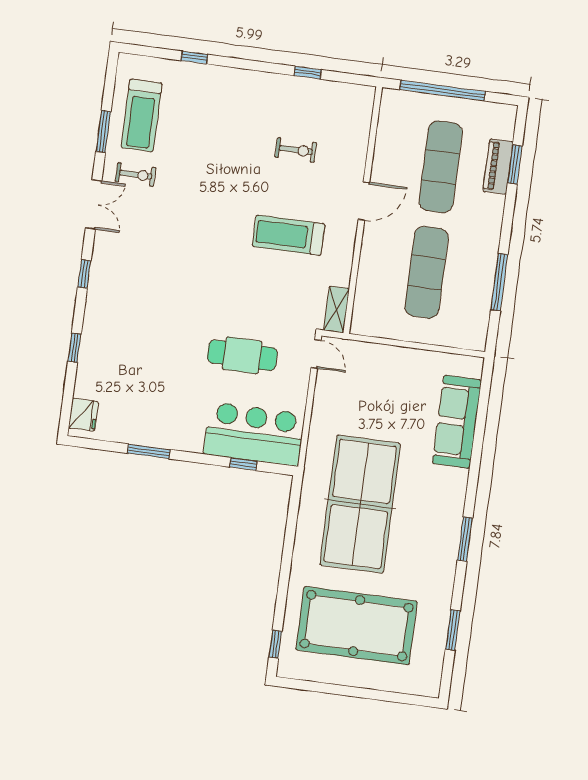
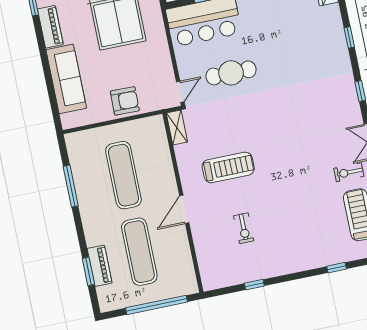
exercise bike: (296, 150) -> (244, 228), turned -90
door: (316, 354) -> (180, 92), swing flipped
armchair: (391, 367) -> (125, 101), added
piano: (454, 496) -> (50, 27), added

